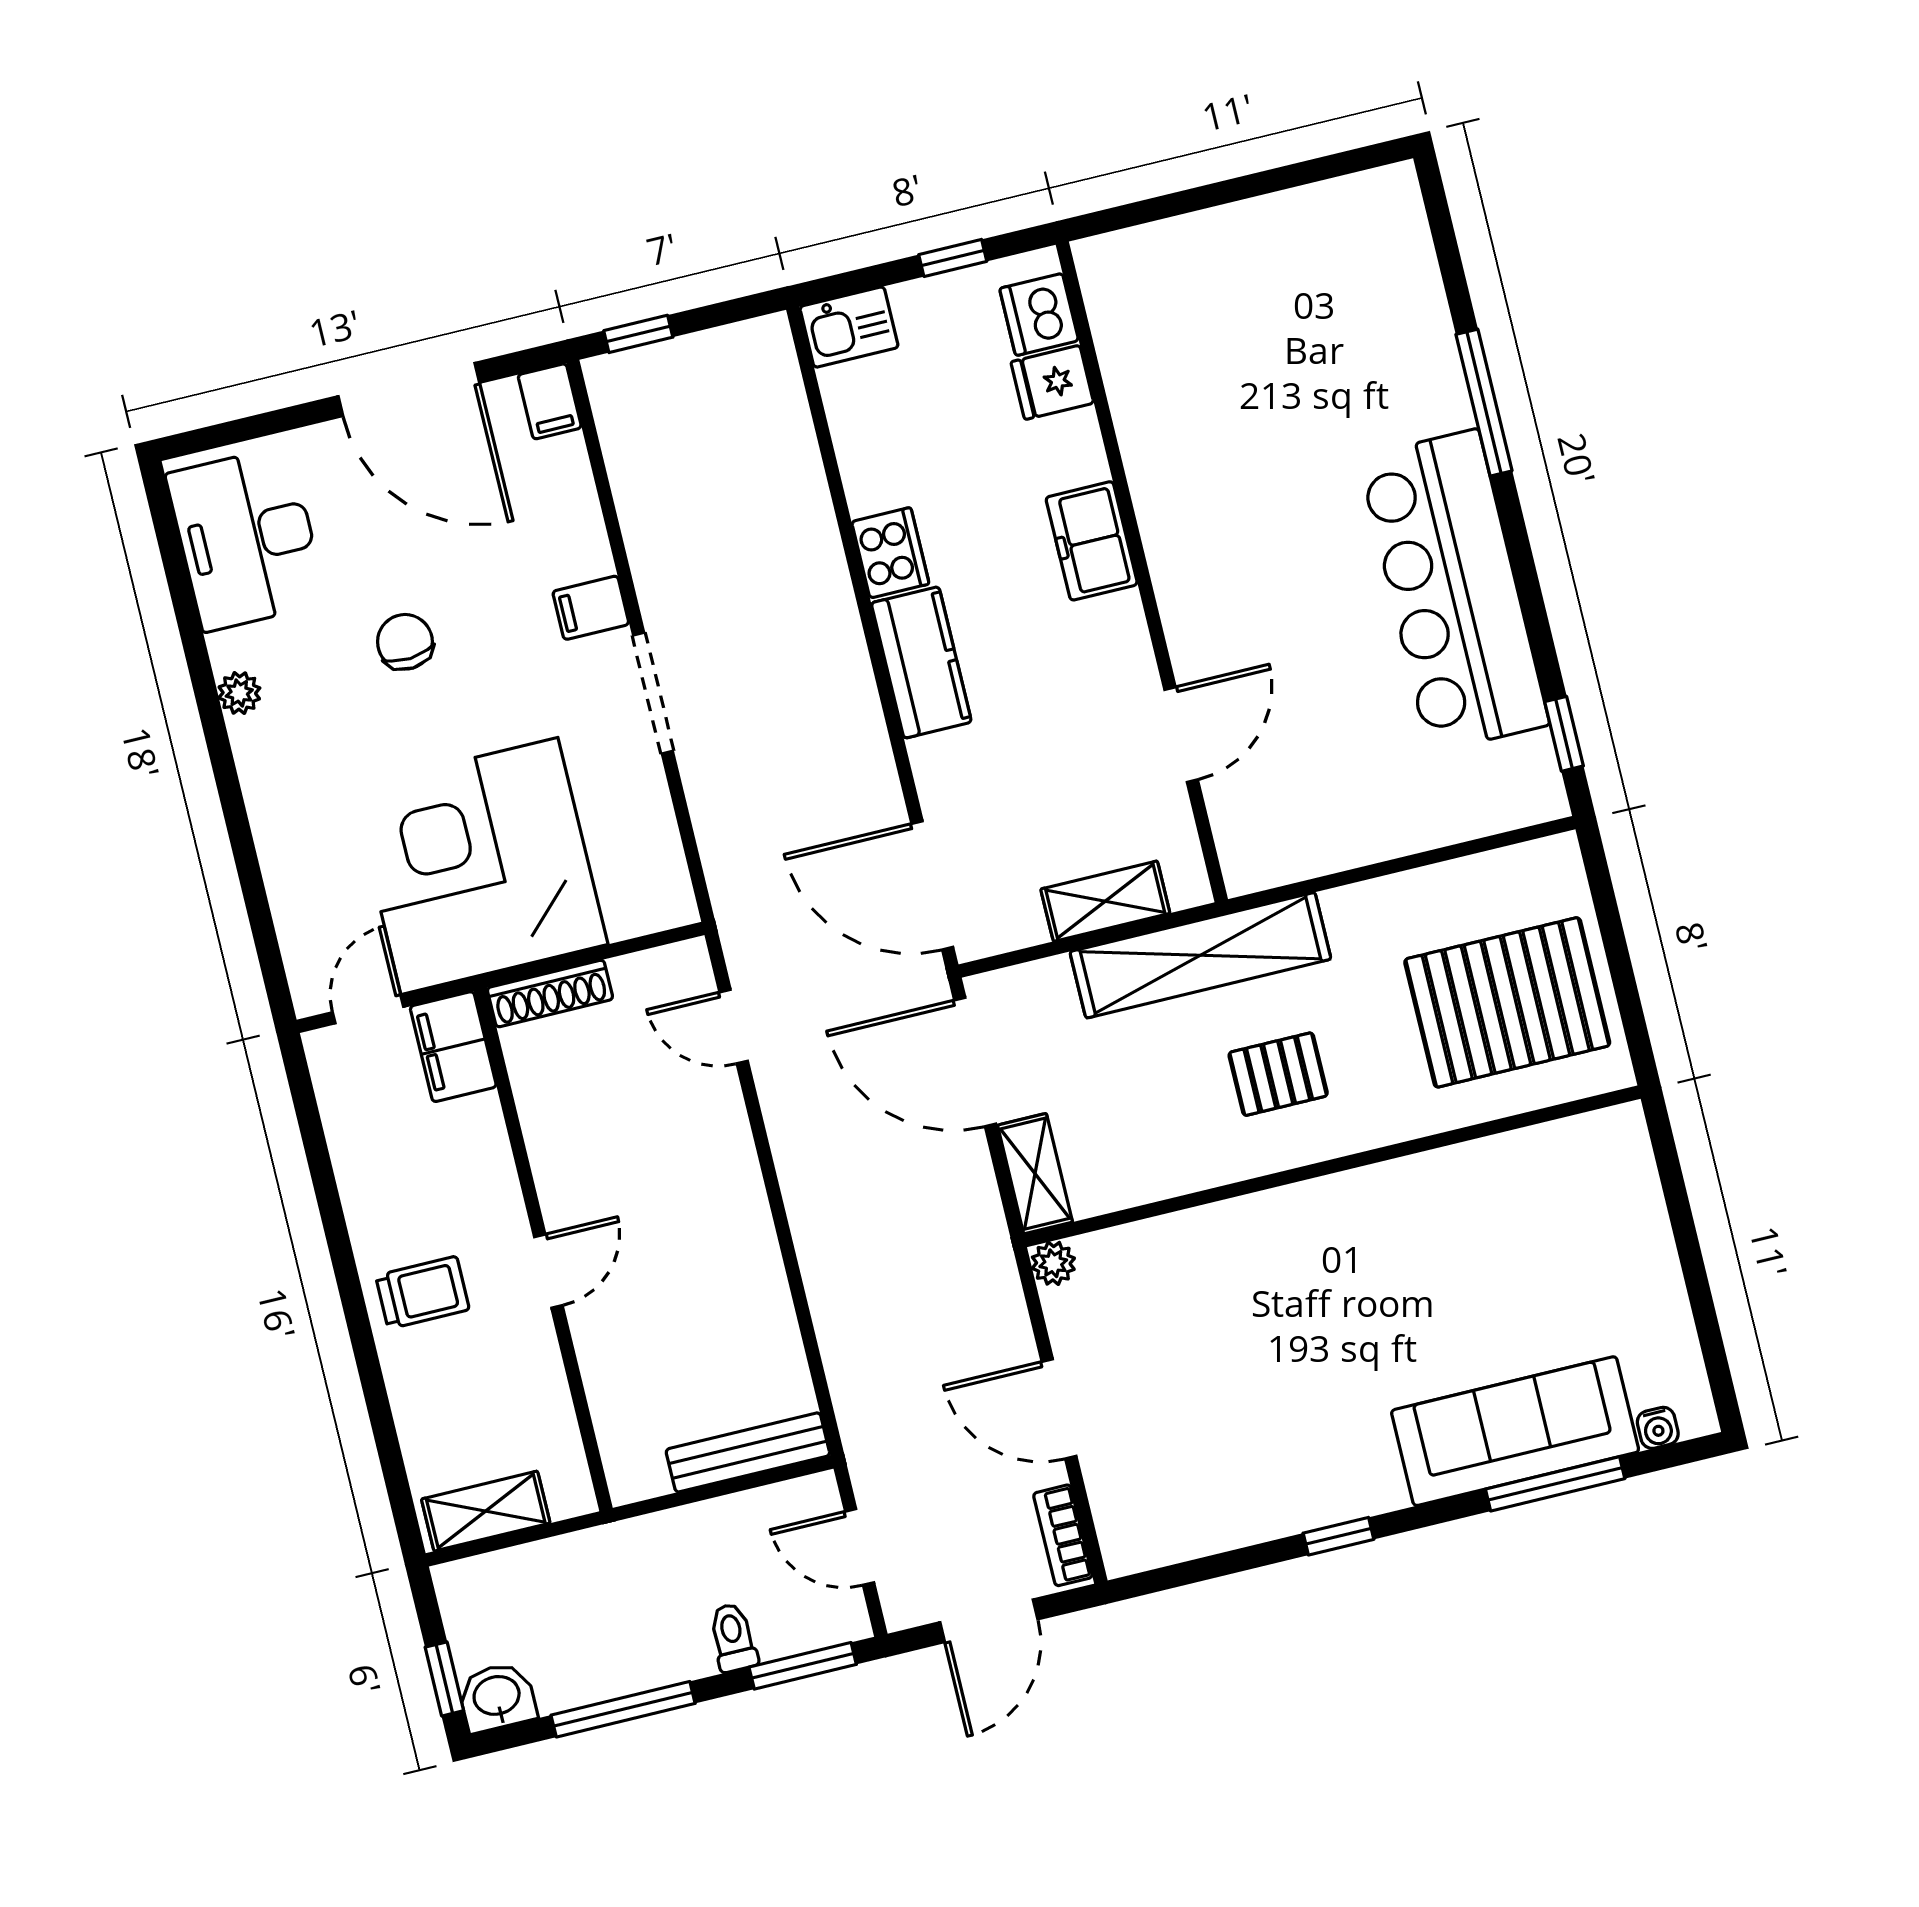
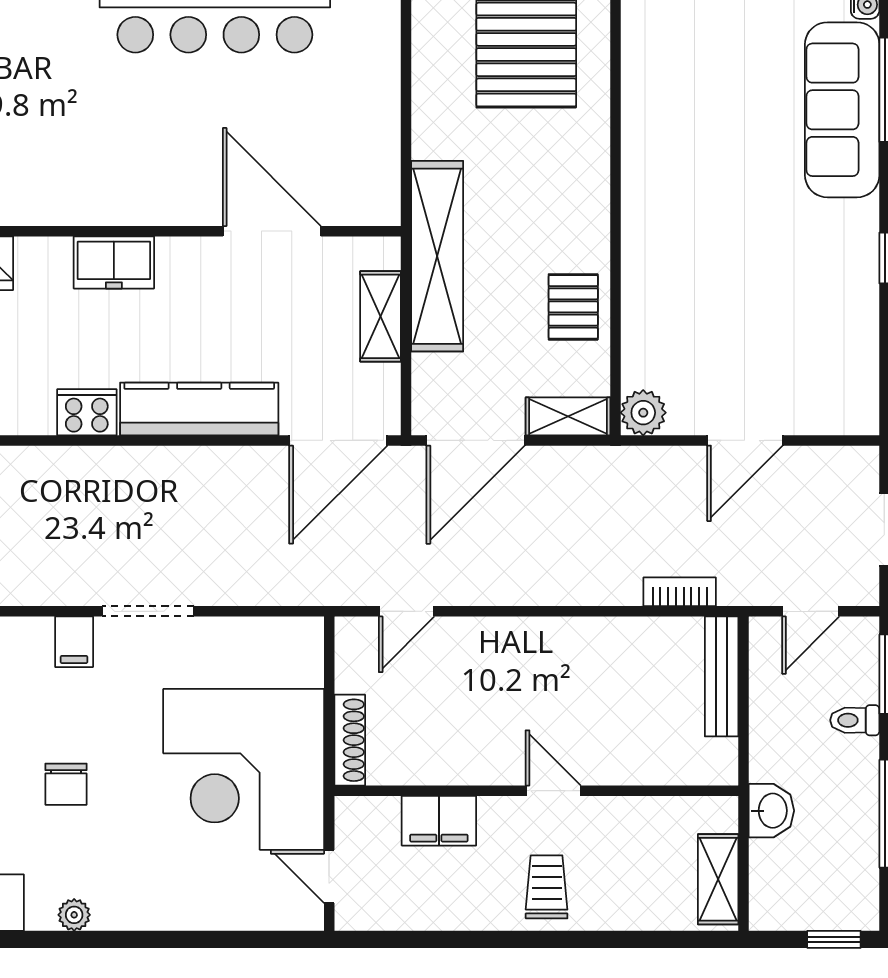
chair: (405, 642) -> (66, 784), turned -86
kitchen counter: (921, 662) -> (199, 409), width x1.50
door: (1181, 735) -> (272, 231), width x1.36
filing cabinet: (453, 1047) -> (439, 821), moved
pallet: (1278, 1074) -> (573, 307), moved
plant: (1053, 1263) -> (643, 413), width x1.38, depth x1.38
bookcase: (1063, 1535) -> (680, 592), moved, turned 180
washbasin: (497, 1697) -> (771, 811), moved, turned 180

